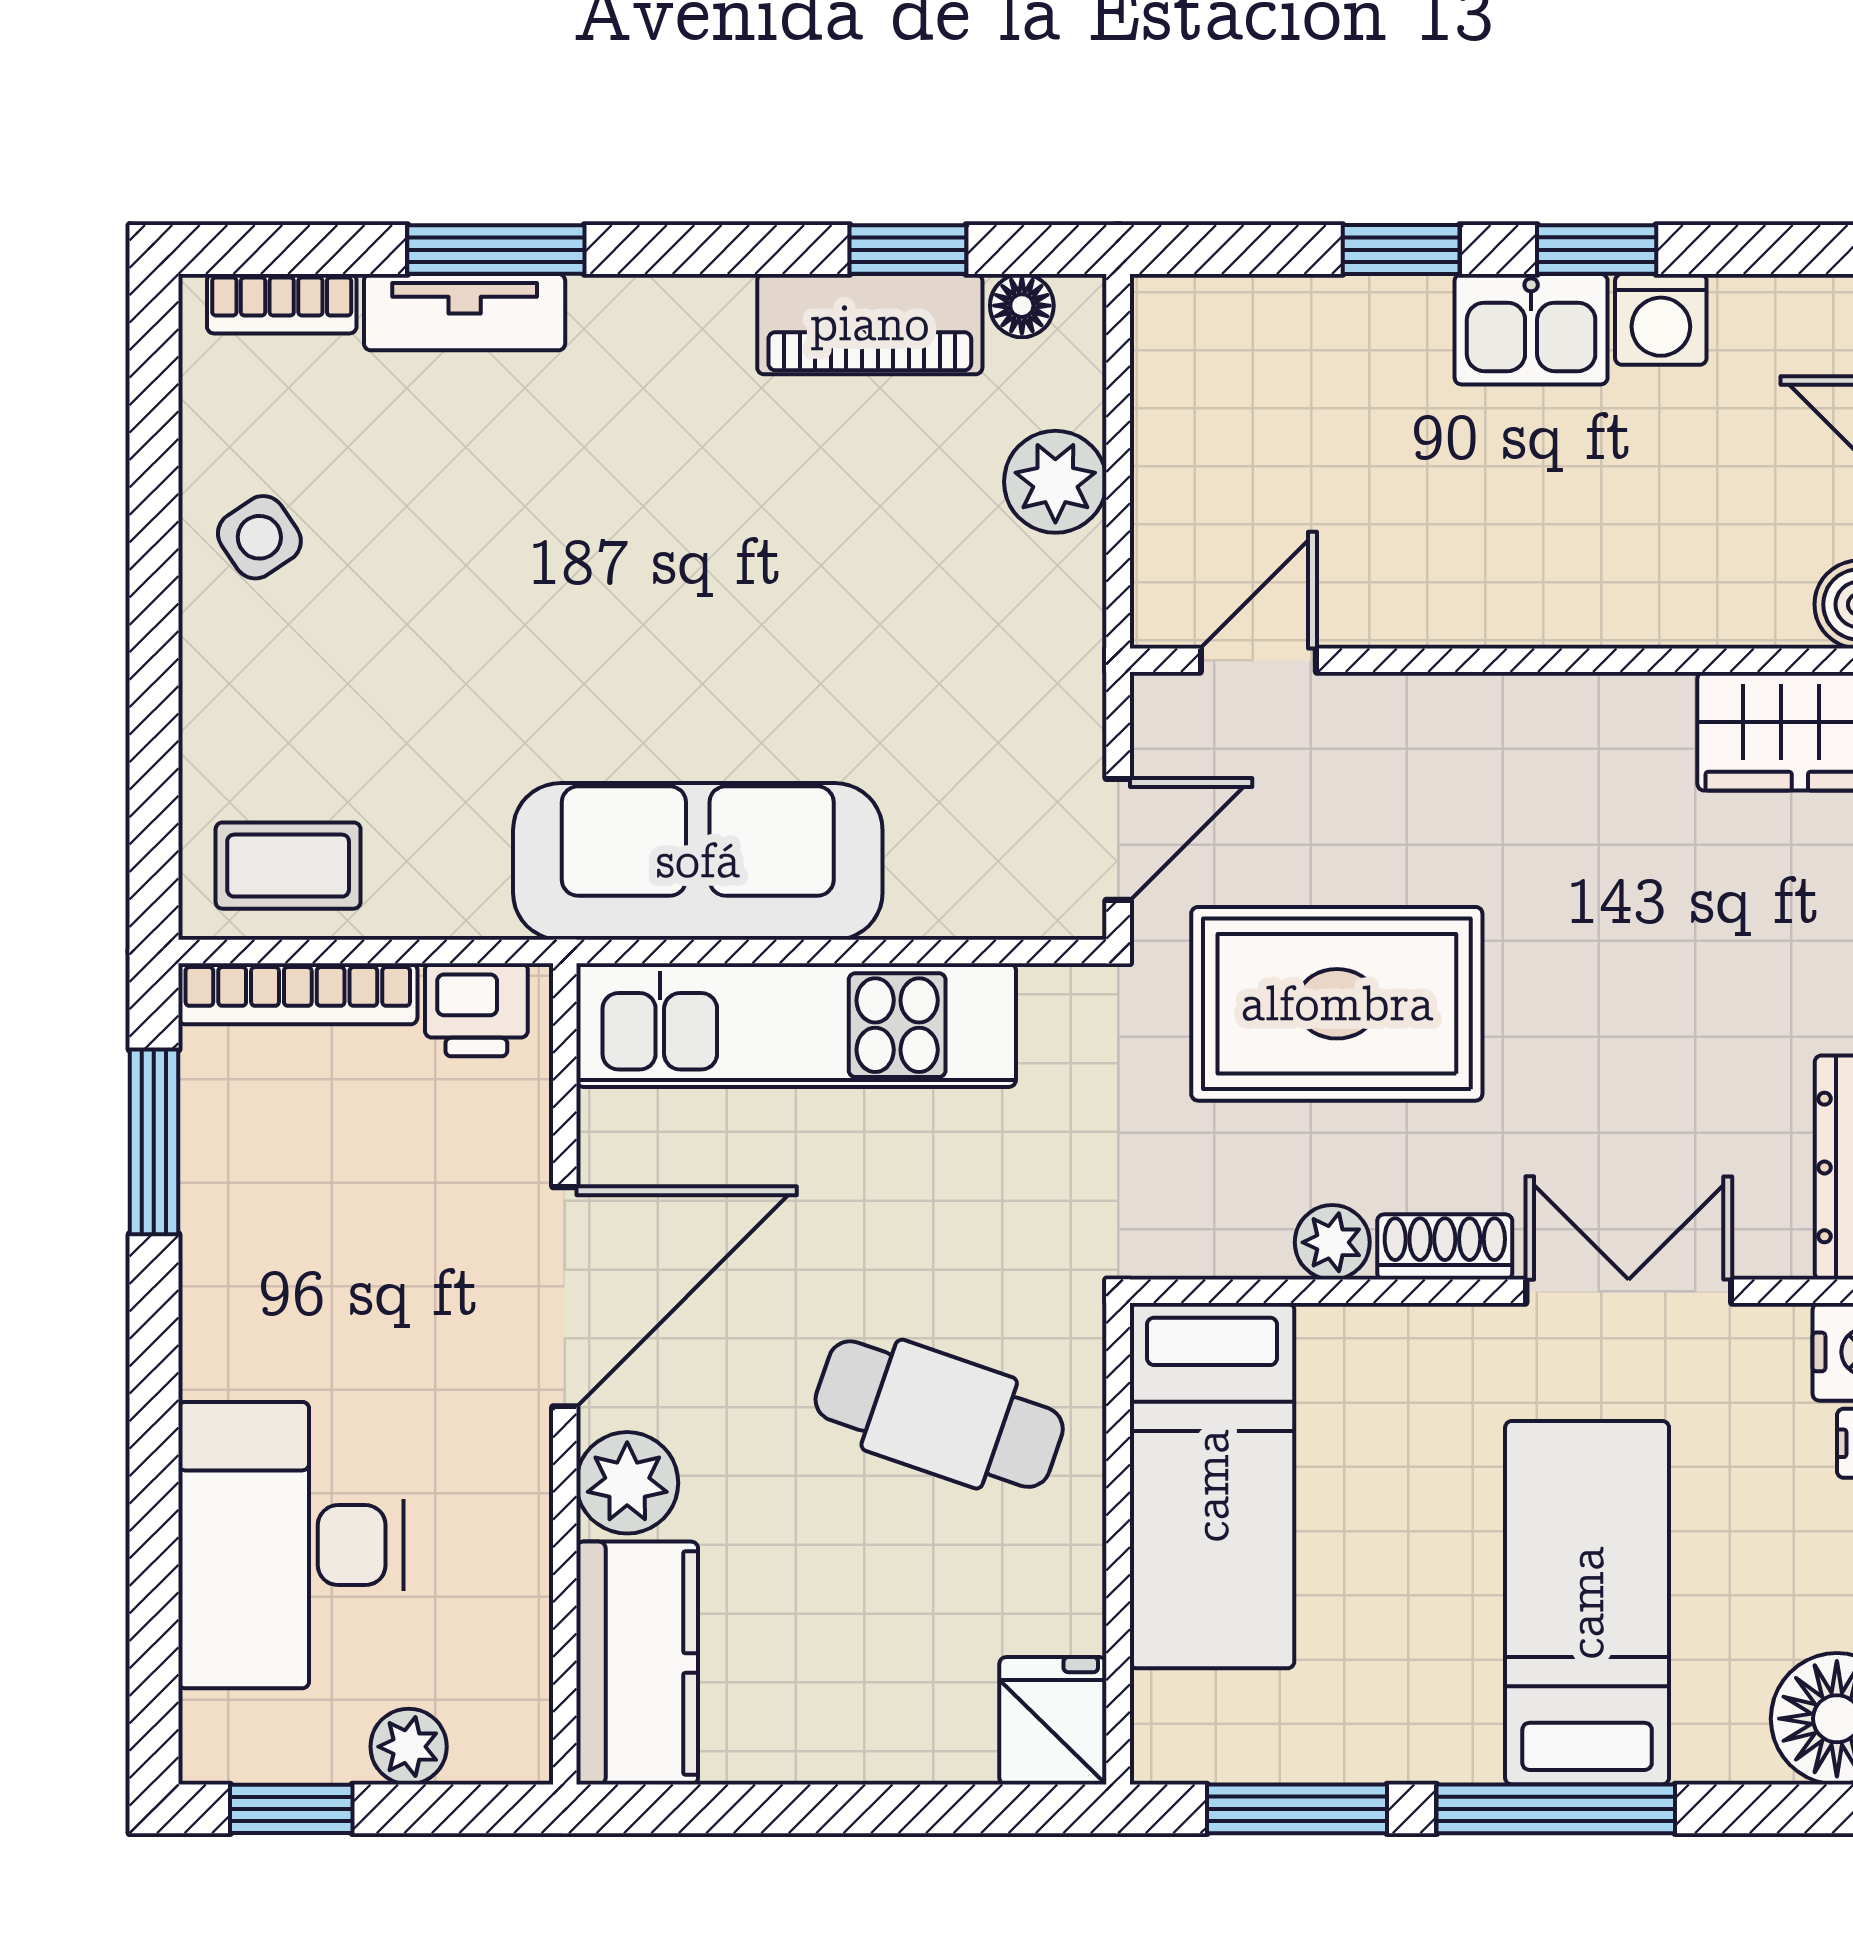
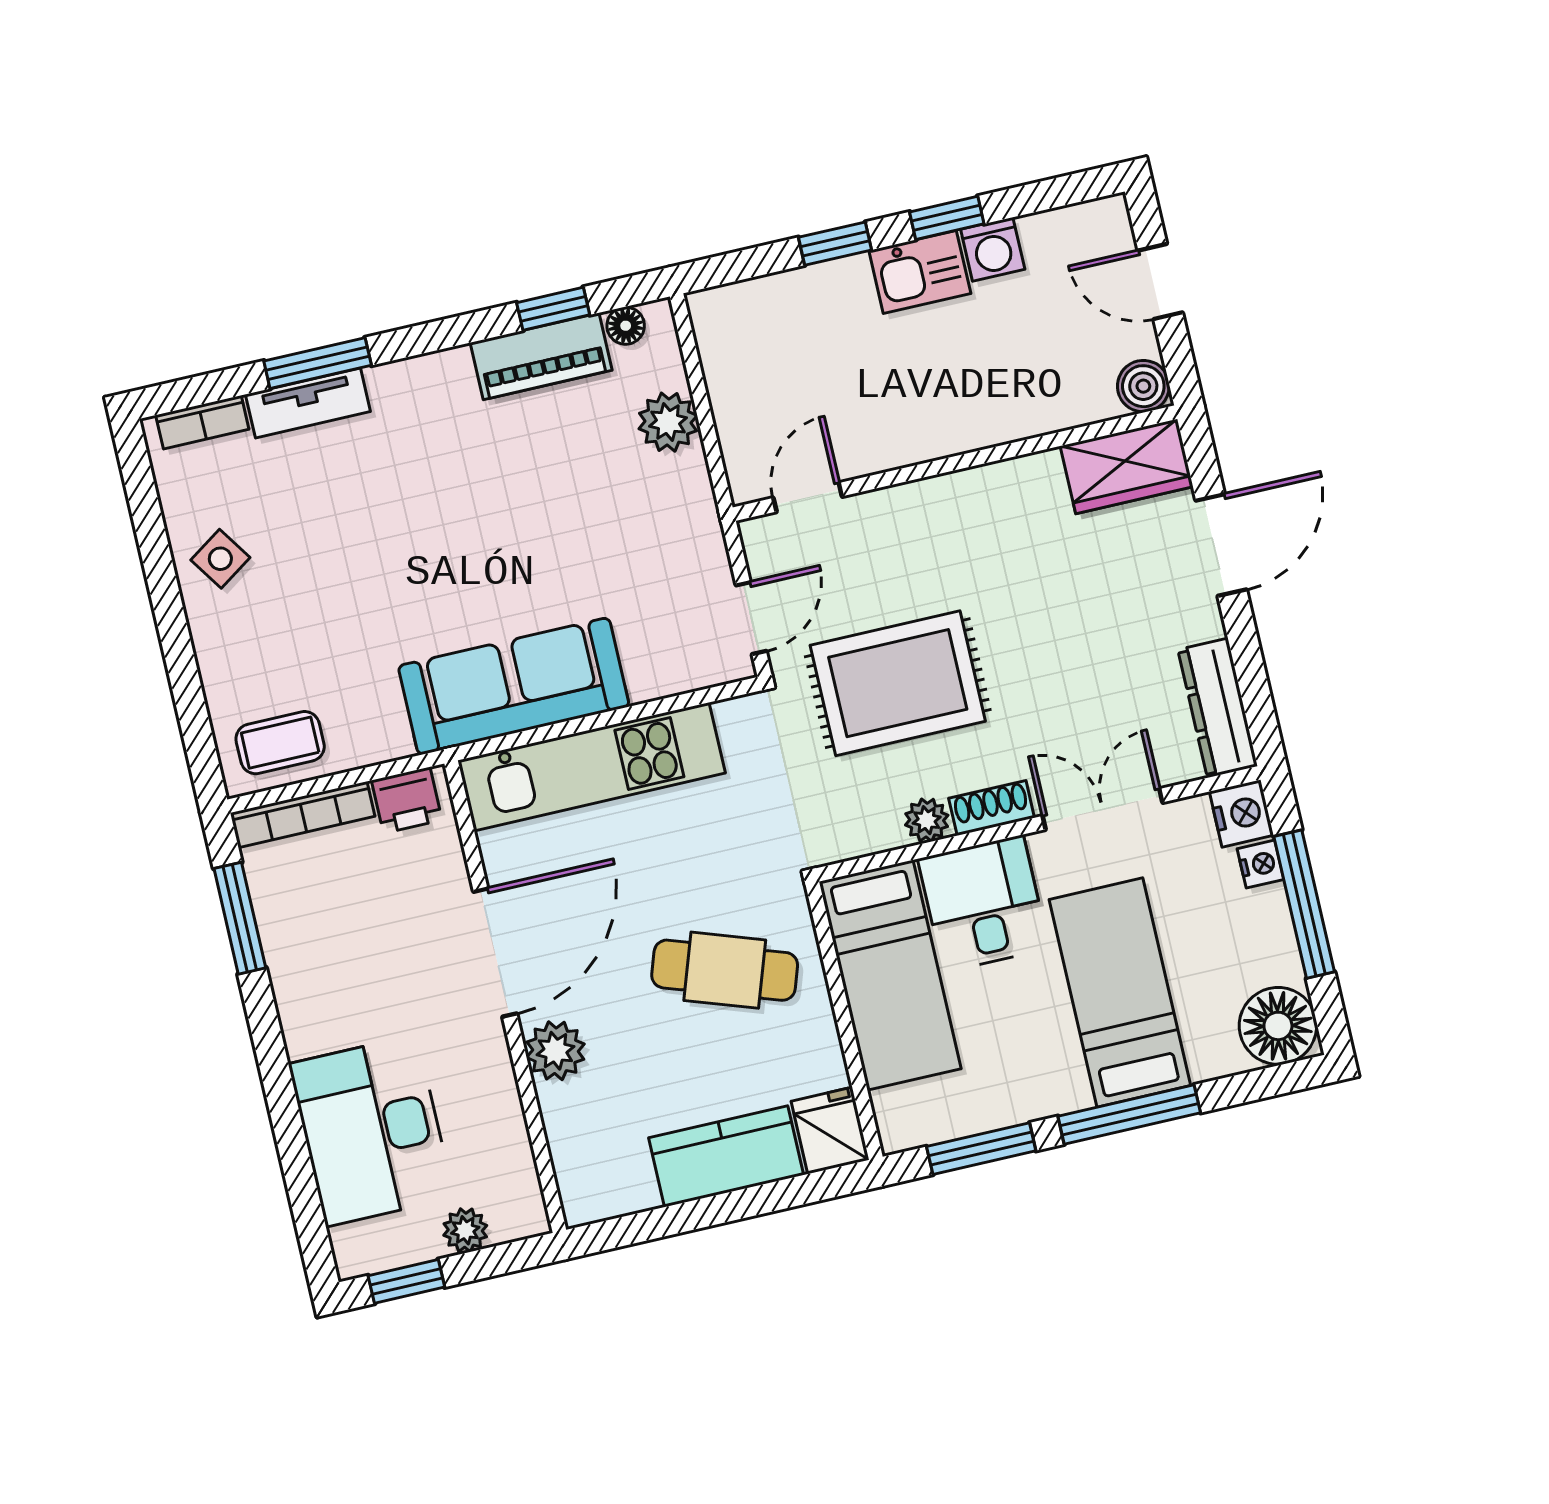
desk: (1394, 1403) -> (983, 904), added
kitchen counter: (637, 1663) -> (726, 1156), moved, turned -90

